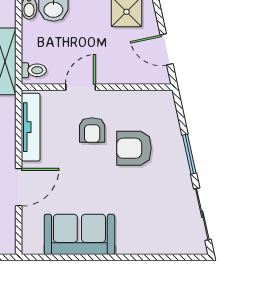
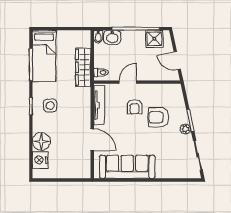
plant: (181, 169) -> (185, 129), added
door: (19, 187) -> (92, 140), hinge flipped
sofa: (79, 234) -> (127, 167), width x1.36

